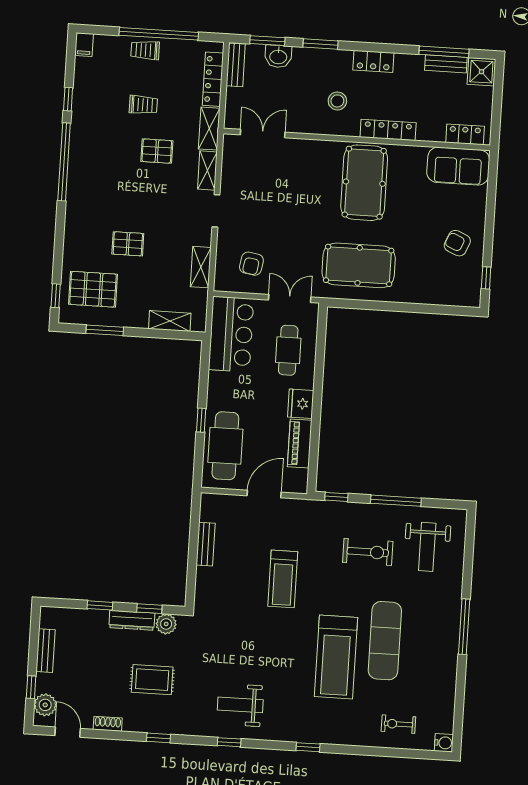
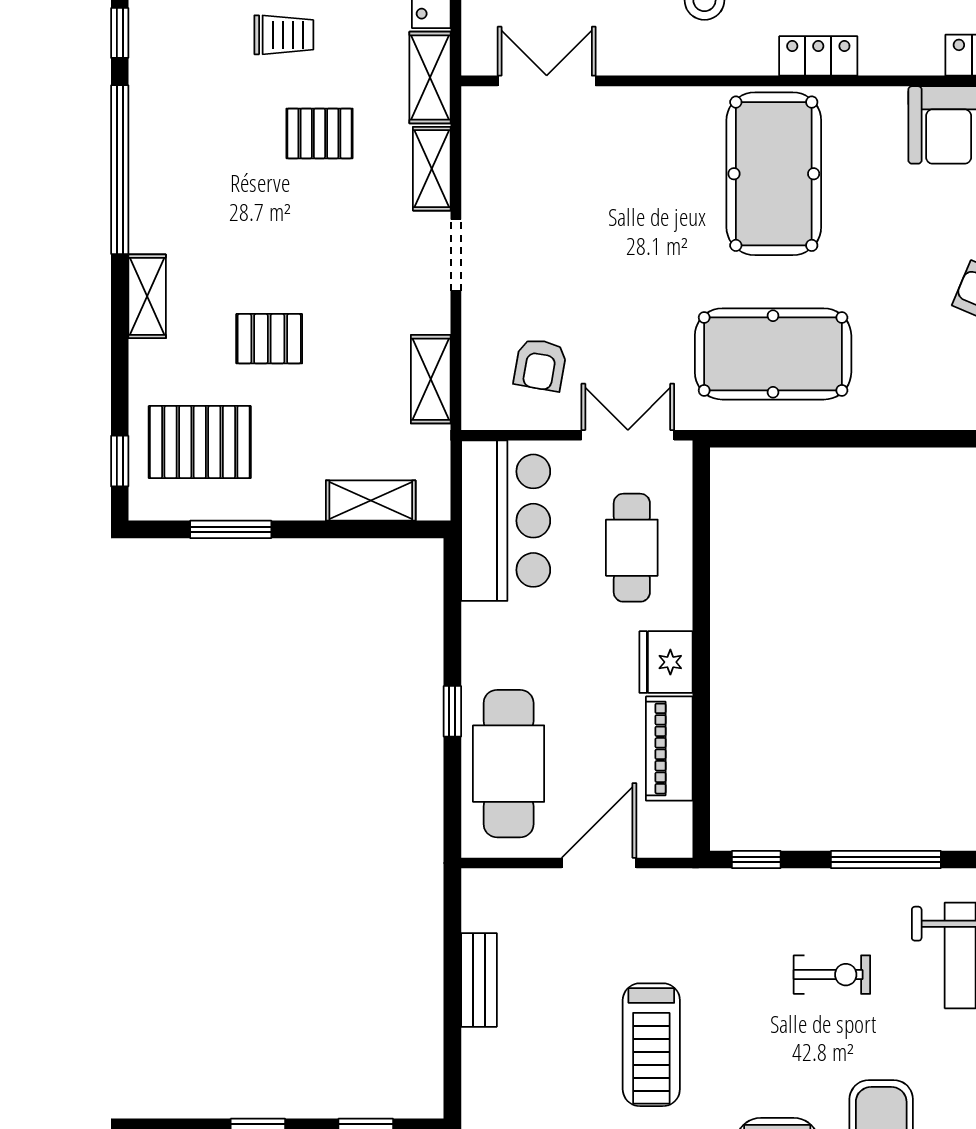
locker: (388, 130) -> (818, 56), width x0.66
shelving: (73, 221) -> (147, 296), added
exercise bike: (368, 552) -> (832, 975), width x0.73, depth x0.72

